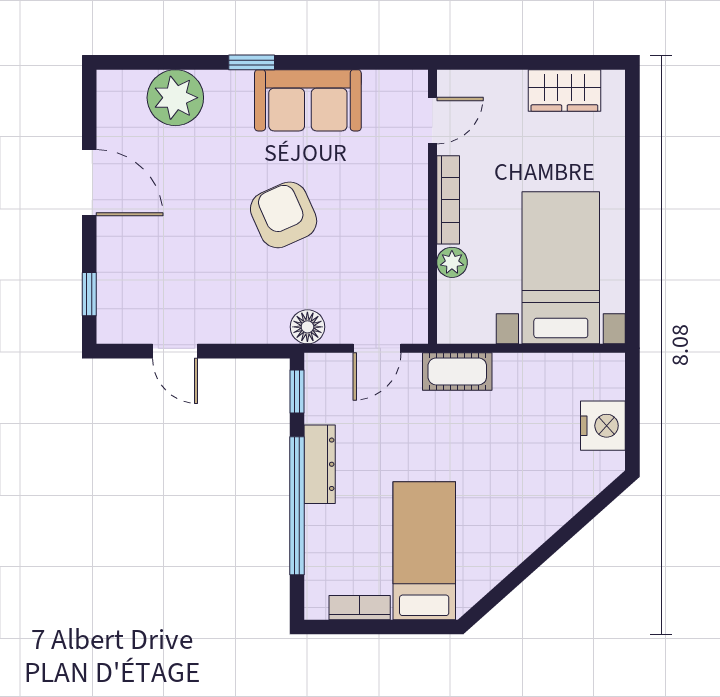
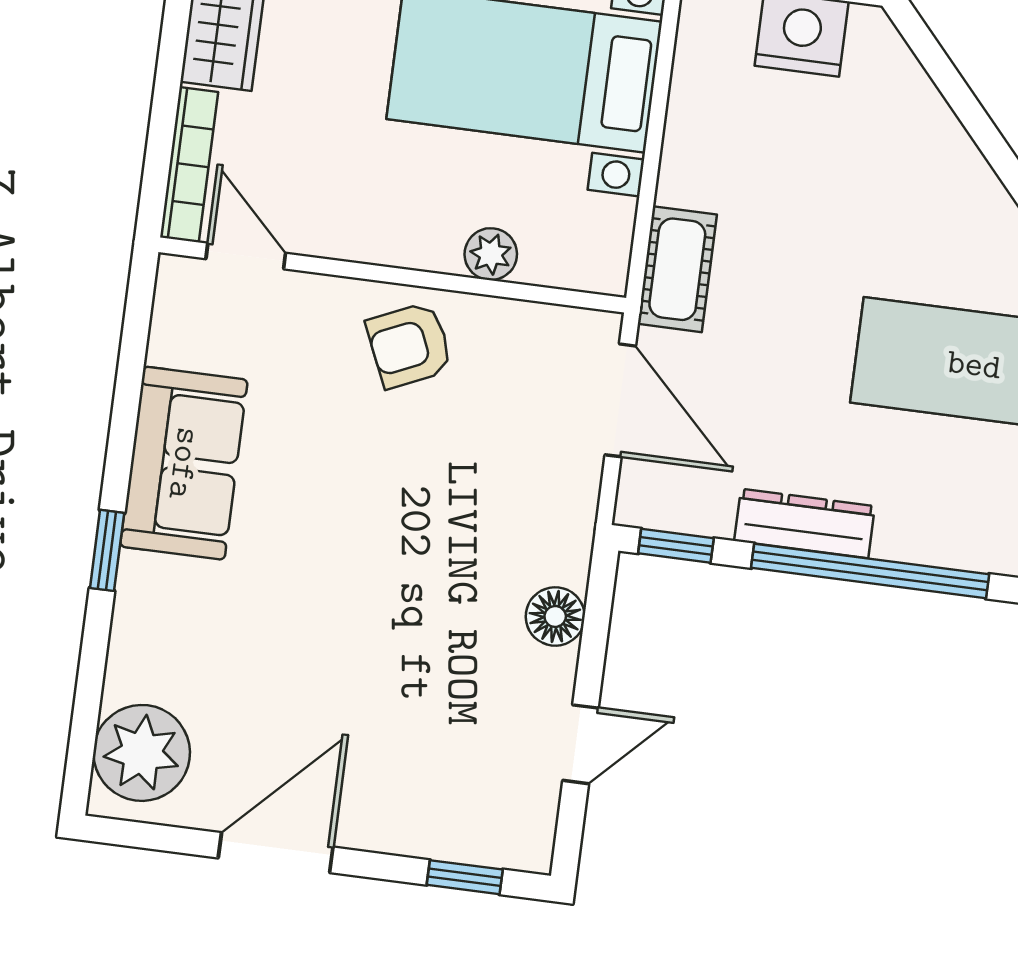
plant: (175, 98) -> (142, 753), moved
bookcase: (448, 200) -> (189, 165), moved, turned 90
armchair: (284, 215) -> (409, 345), moved, width x0.72, depth x0.72
floor lamp: (307, 327) -> (555, 616), moved
door: (377, 348) -> (620, 400), width x1.38

